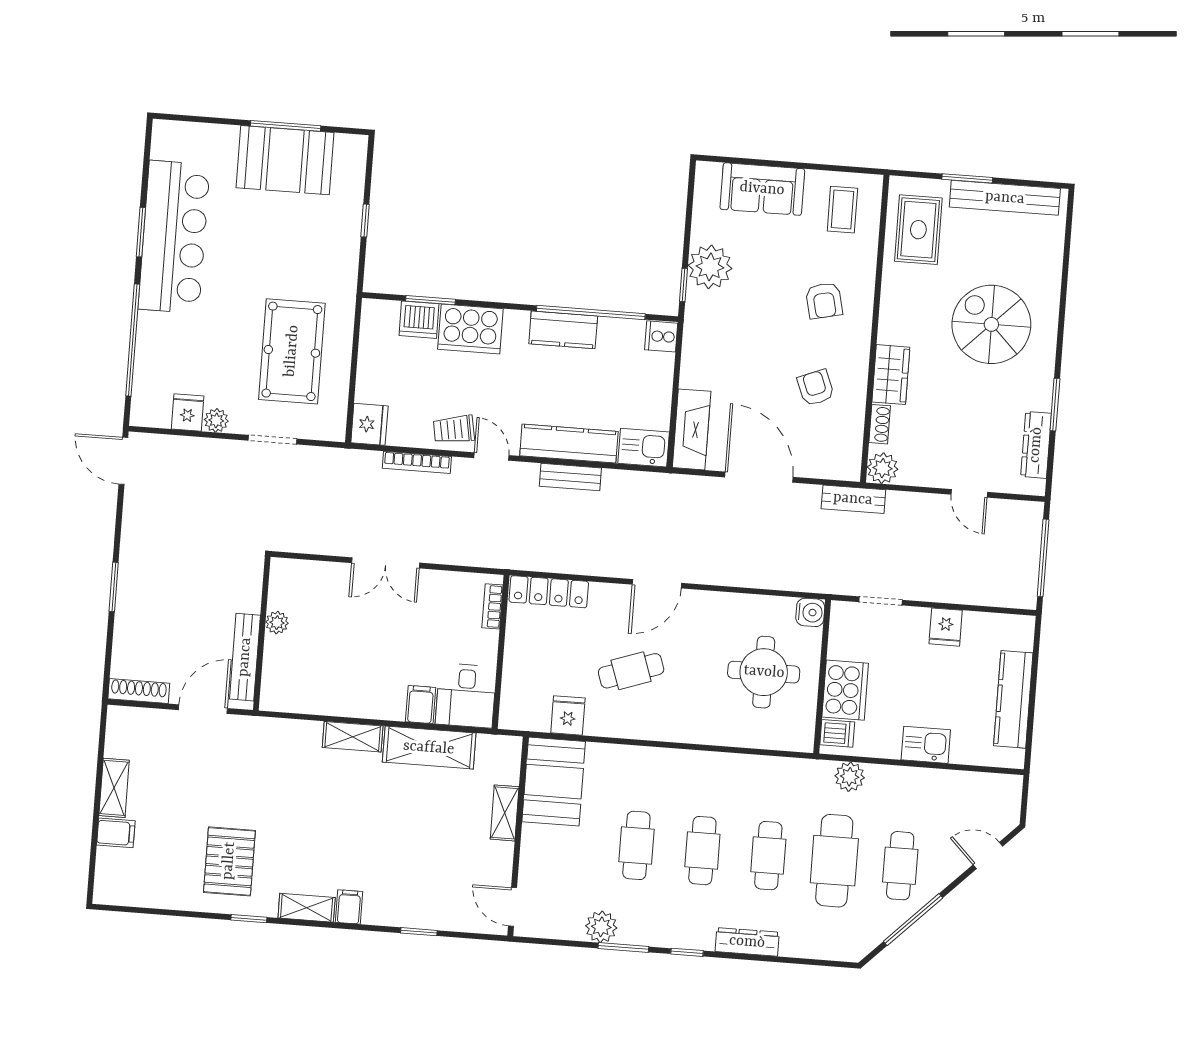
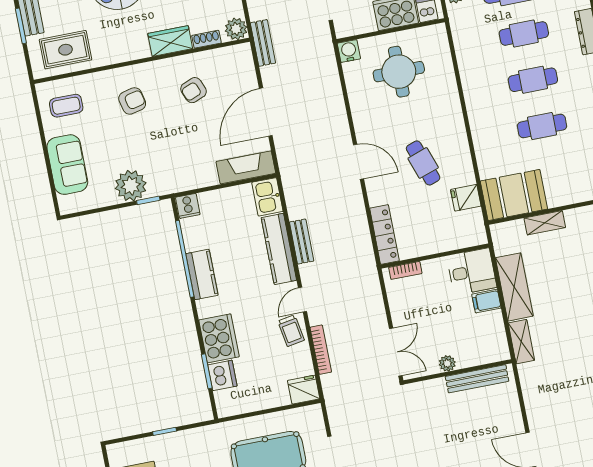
plant: (277, 623) -> (447, 363), moved
wall: (262, 633) -> (458, 372), moved
bench: (245, 657) -> (477, 379), moved

